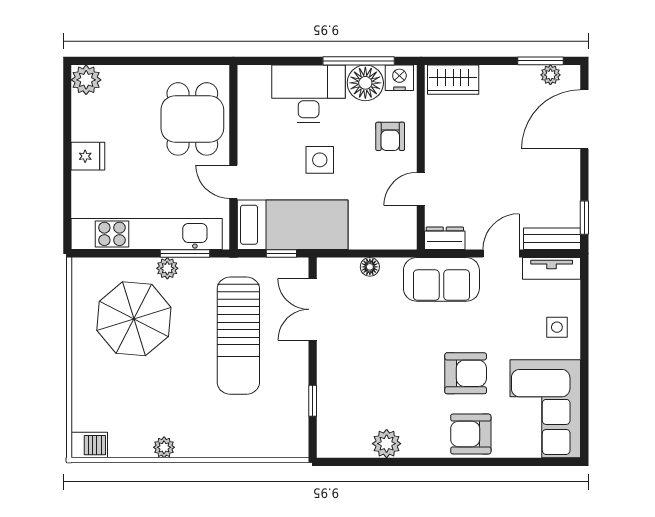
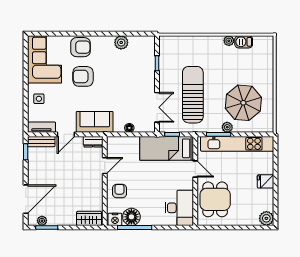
desk: (309, 94) -> (179, 208), moved, turned -90
side table: (320, 160) -> (153, 180), removed
barbecue: (89, 445) -> (244, 42), moved

